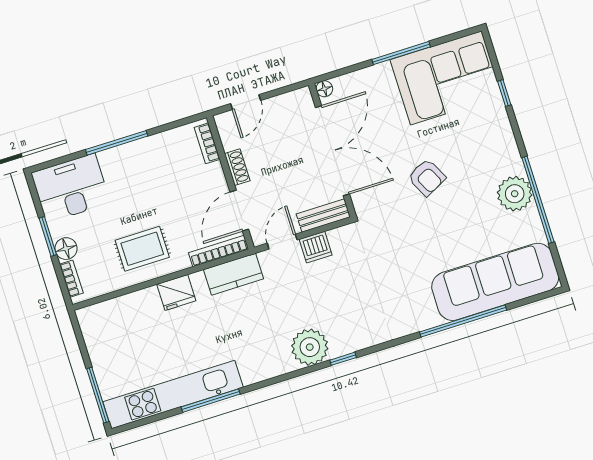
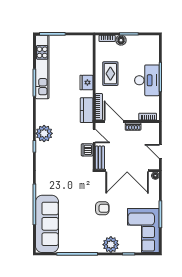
door: (246, 102) -> (160, 151), moved
armchair: (427, 177) -> (102, 208), turned -153
desk: (71, 188) -> (147, 80), moved
plant: (515, 194) -> (111, 245), moved

